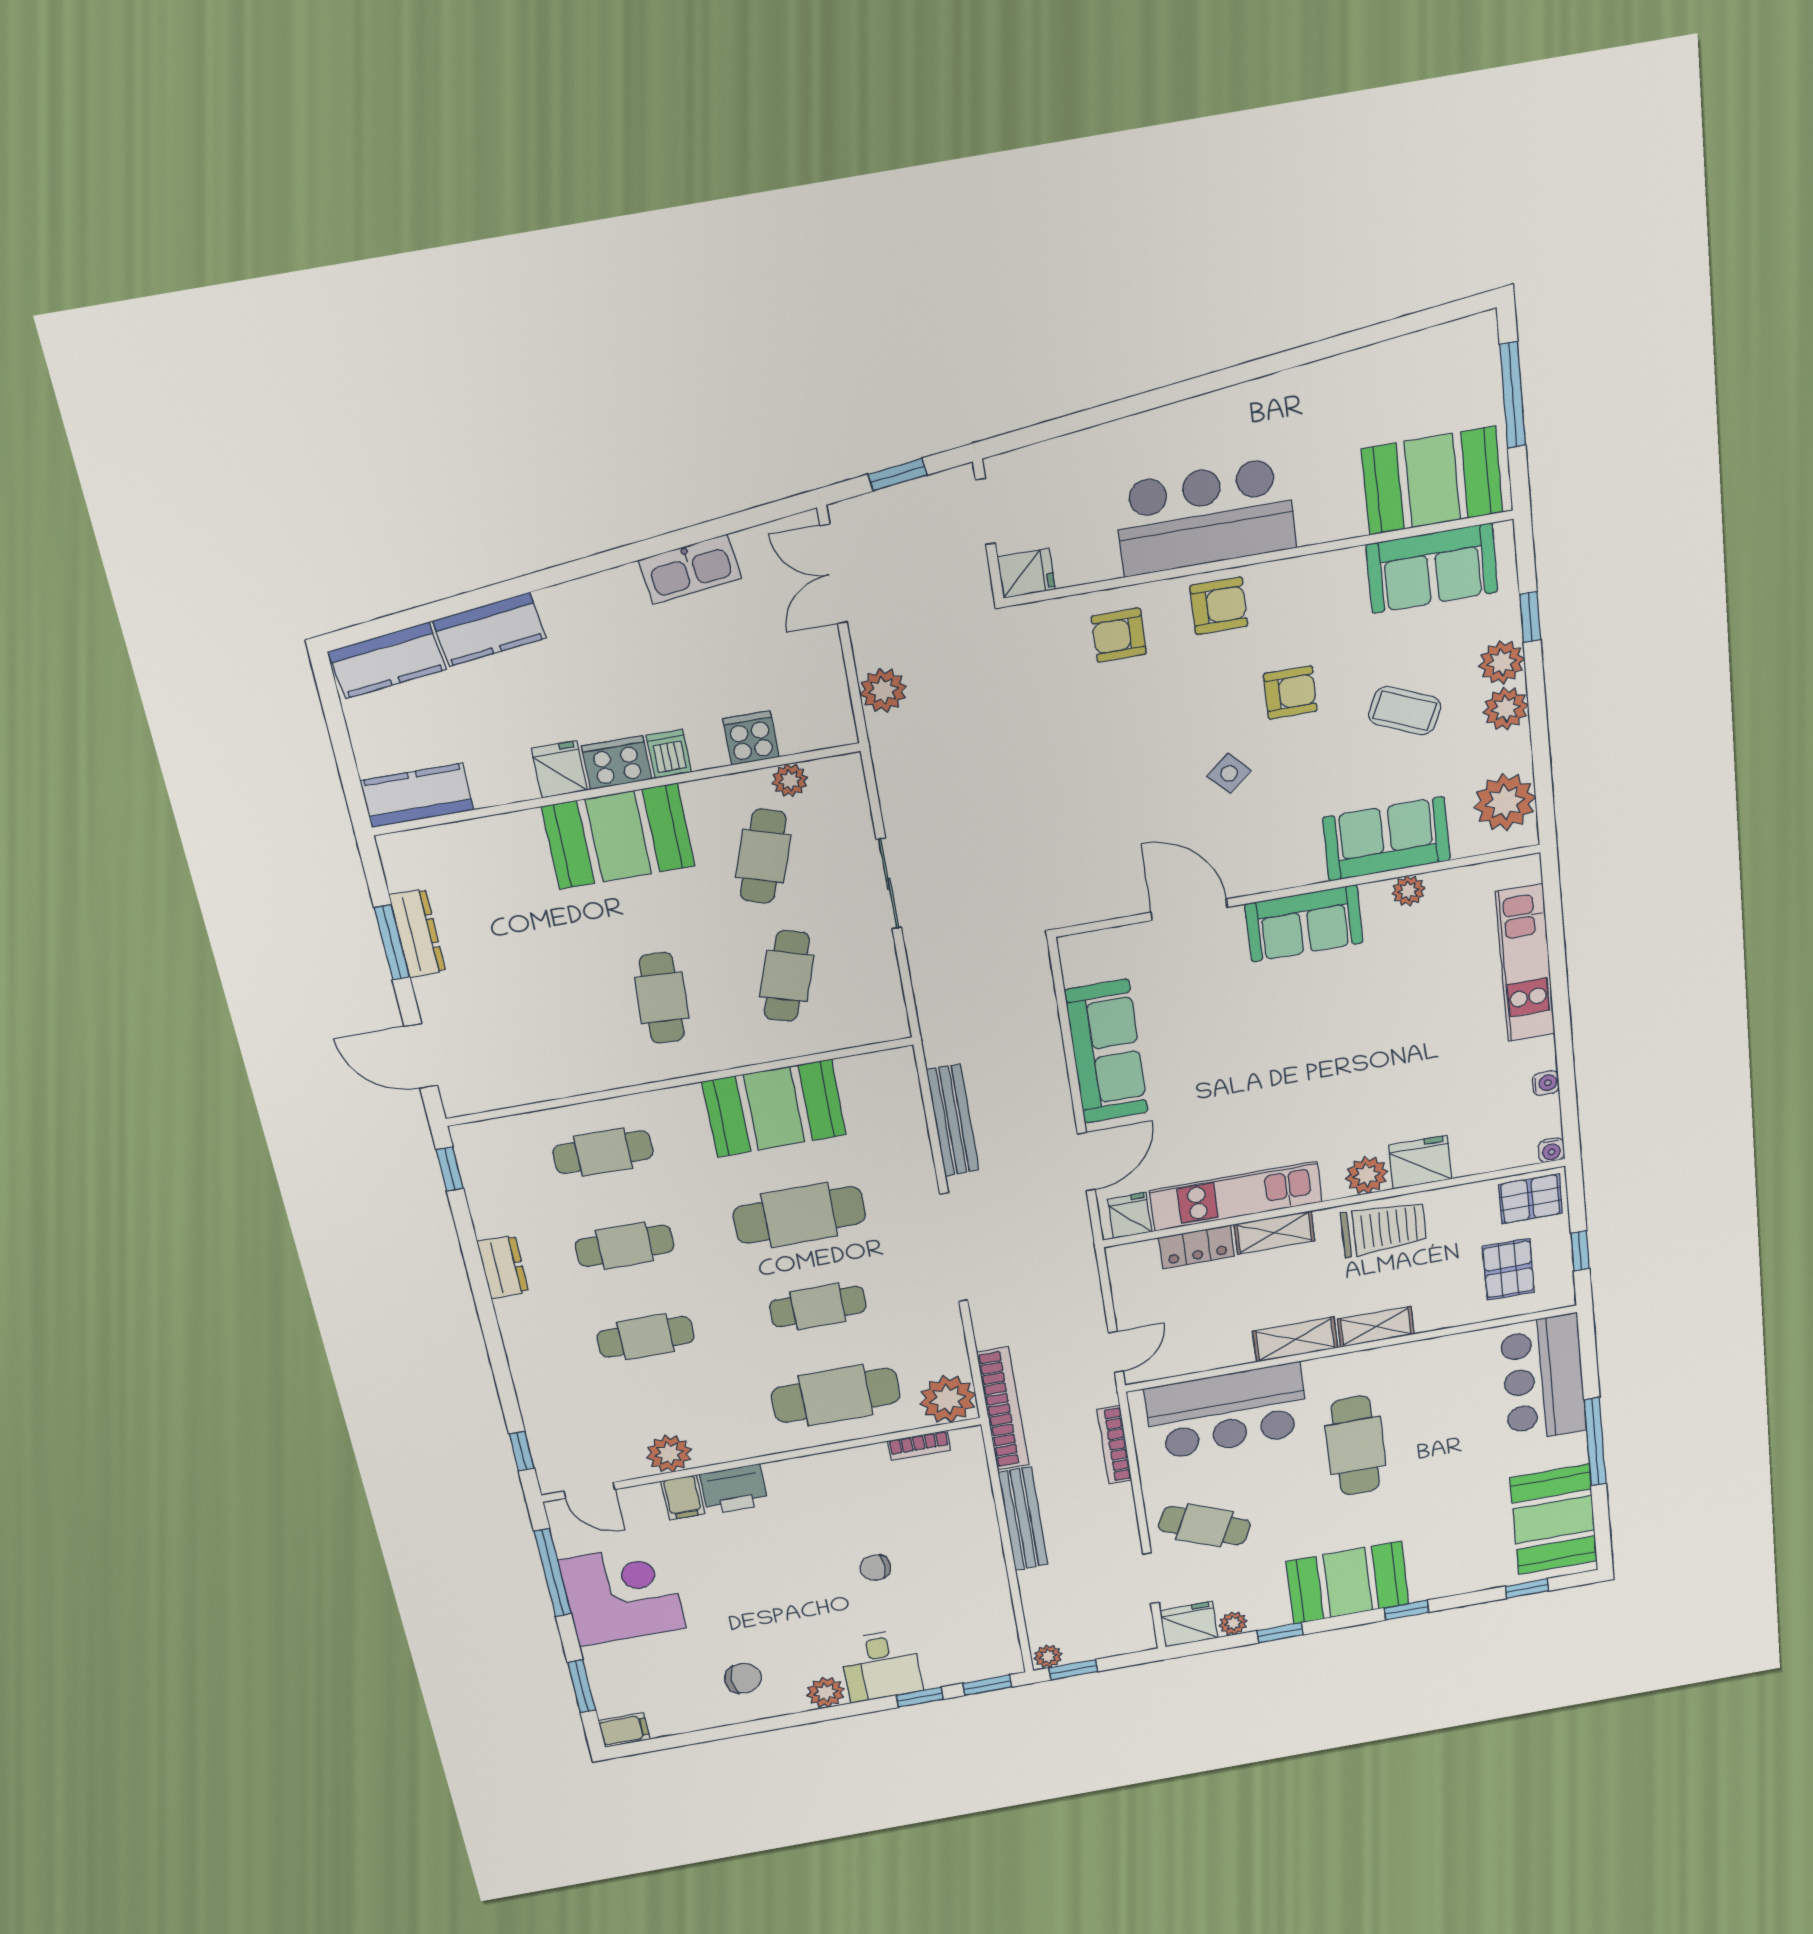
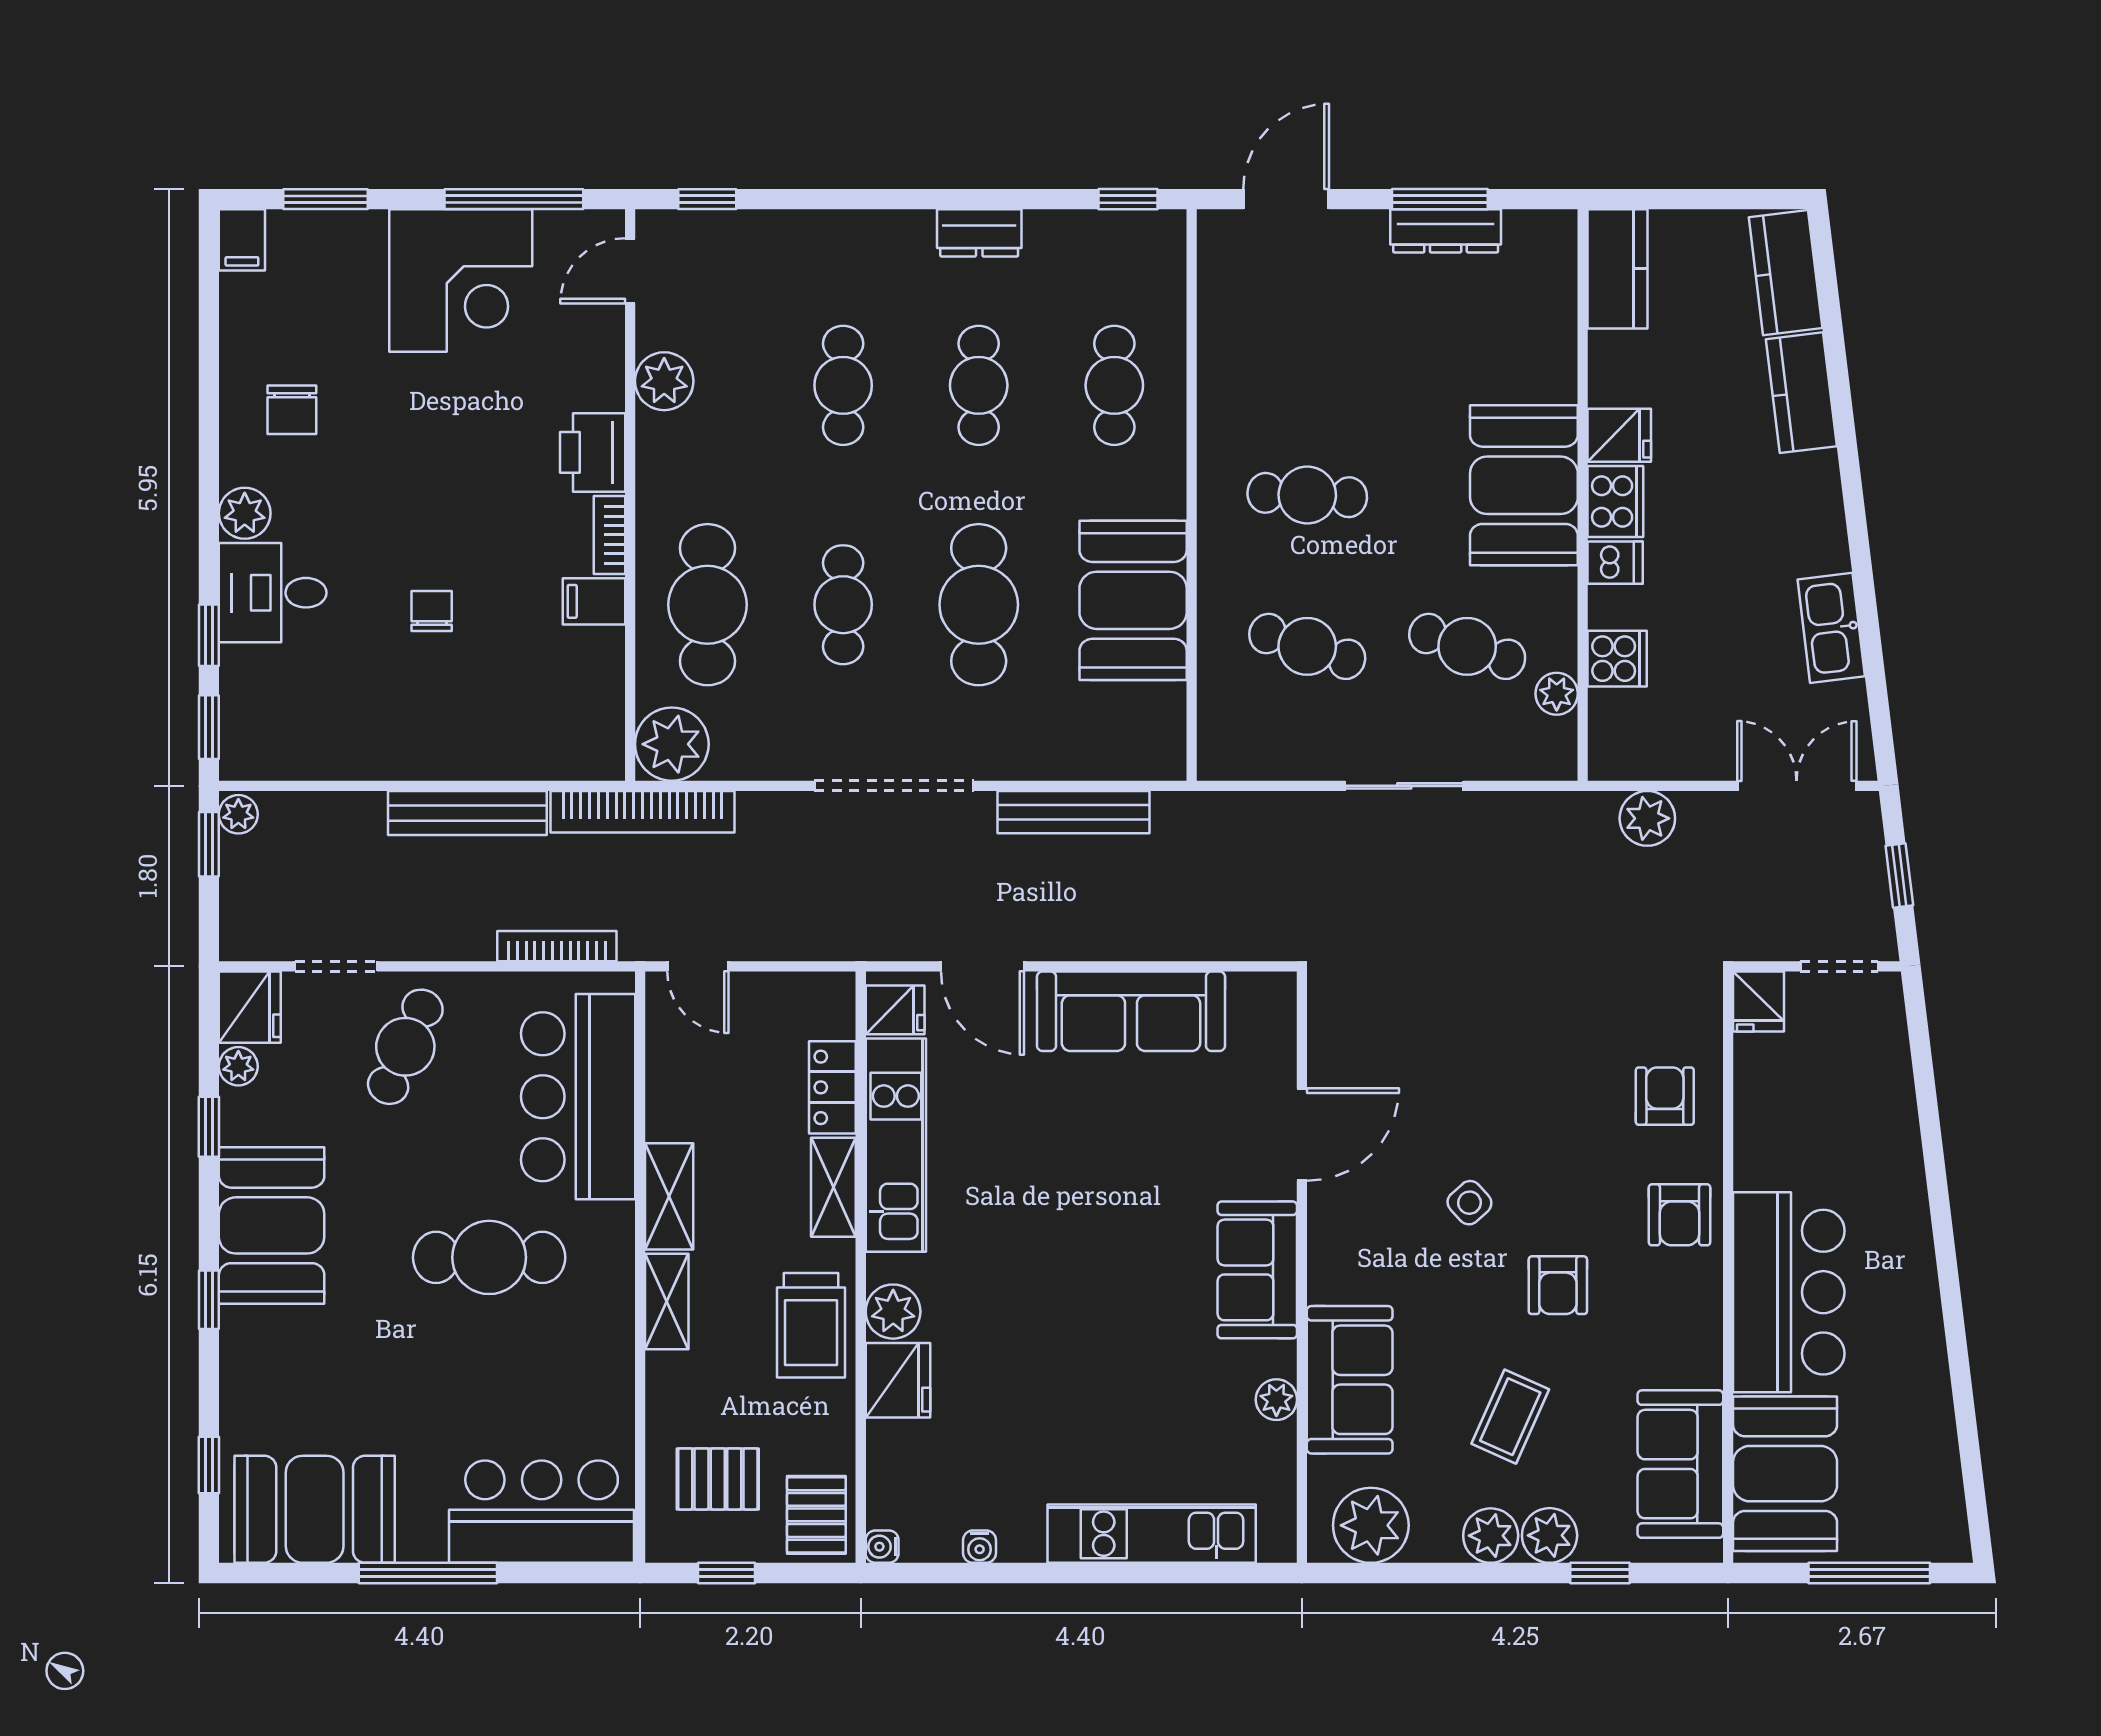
bar counter: (1205, 517) -> (1789, 1292), moved
bookcase: (919, 1445) -> (609, 535), moved
filing cabinet: (683, 1497) -> (594, 601), moved

